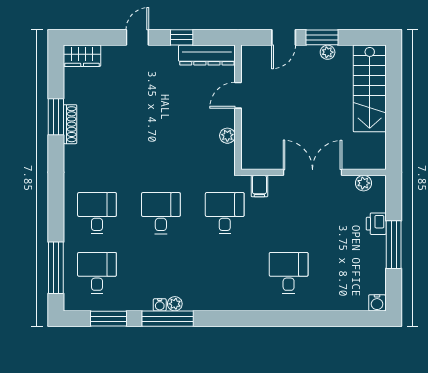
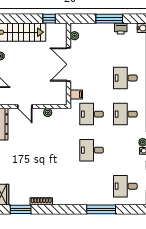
window: (56, 117) -> (21, 209), moved
window: (394, 138) -> (49, 19), added
desk: (97, 213) -> (125, 114), moved
printer: (376, 224) -> (121, 29), moved
window: (56, 268) -> (101, 209), moved

